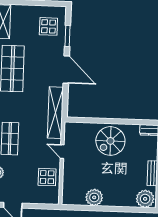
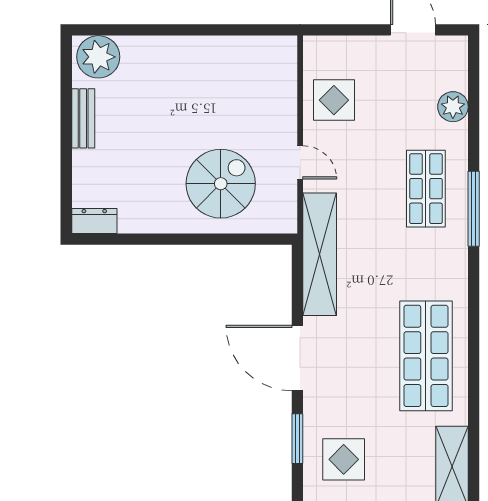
spiral stairs: (110, 141) -> (221, 184), moved
plant: (94, 197) -> (220, 56), removed

